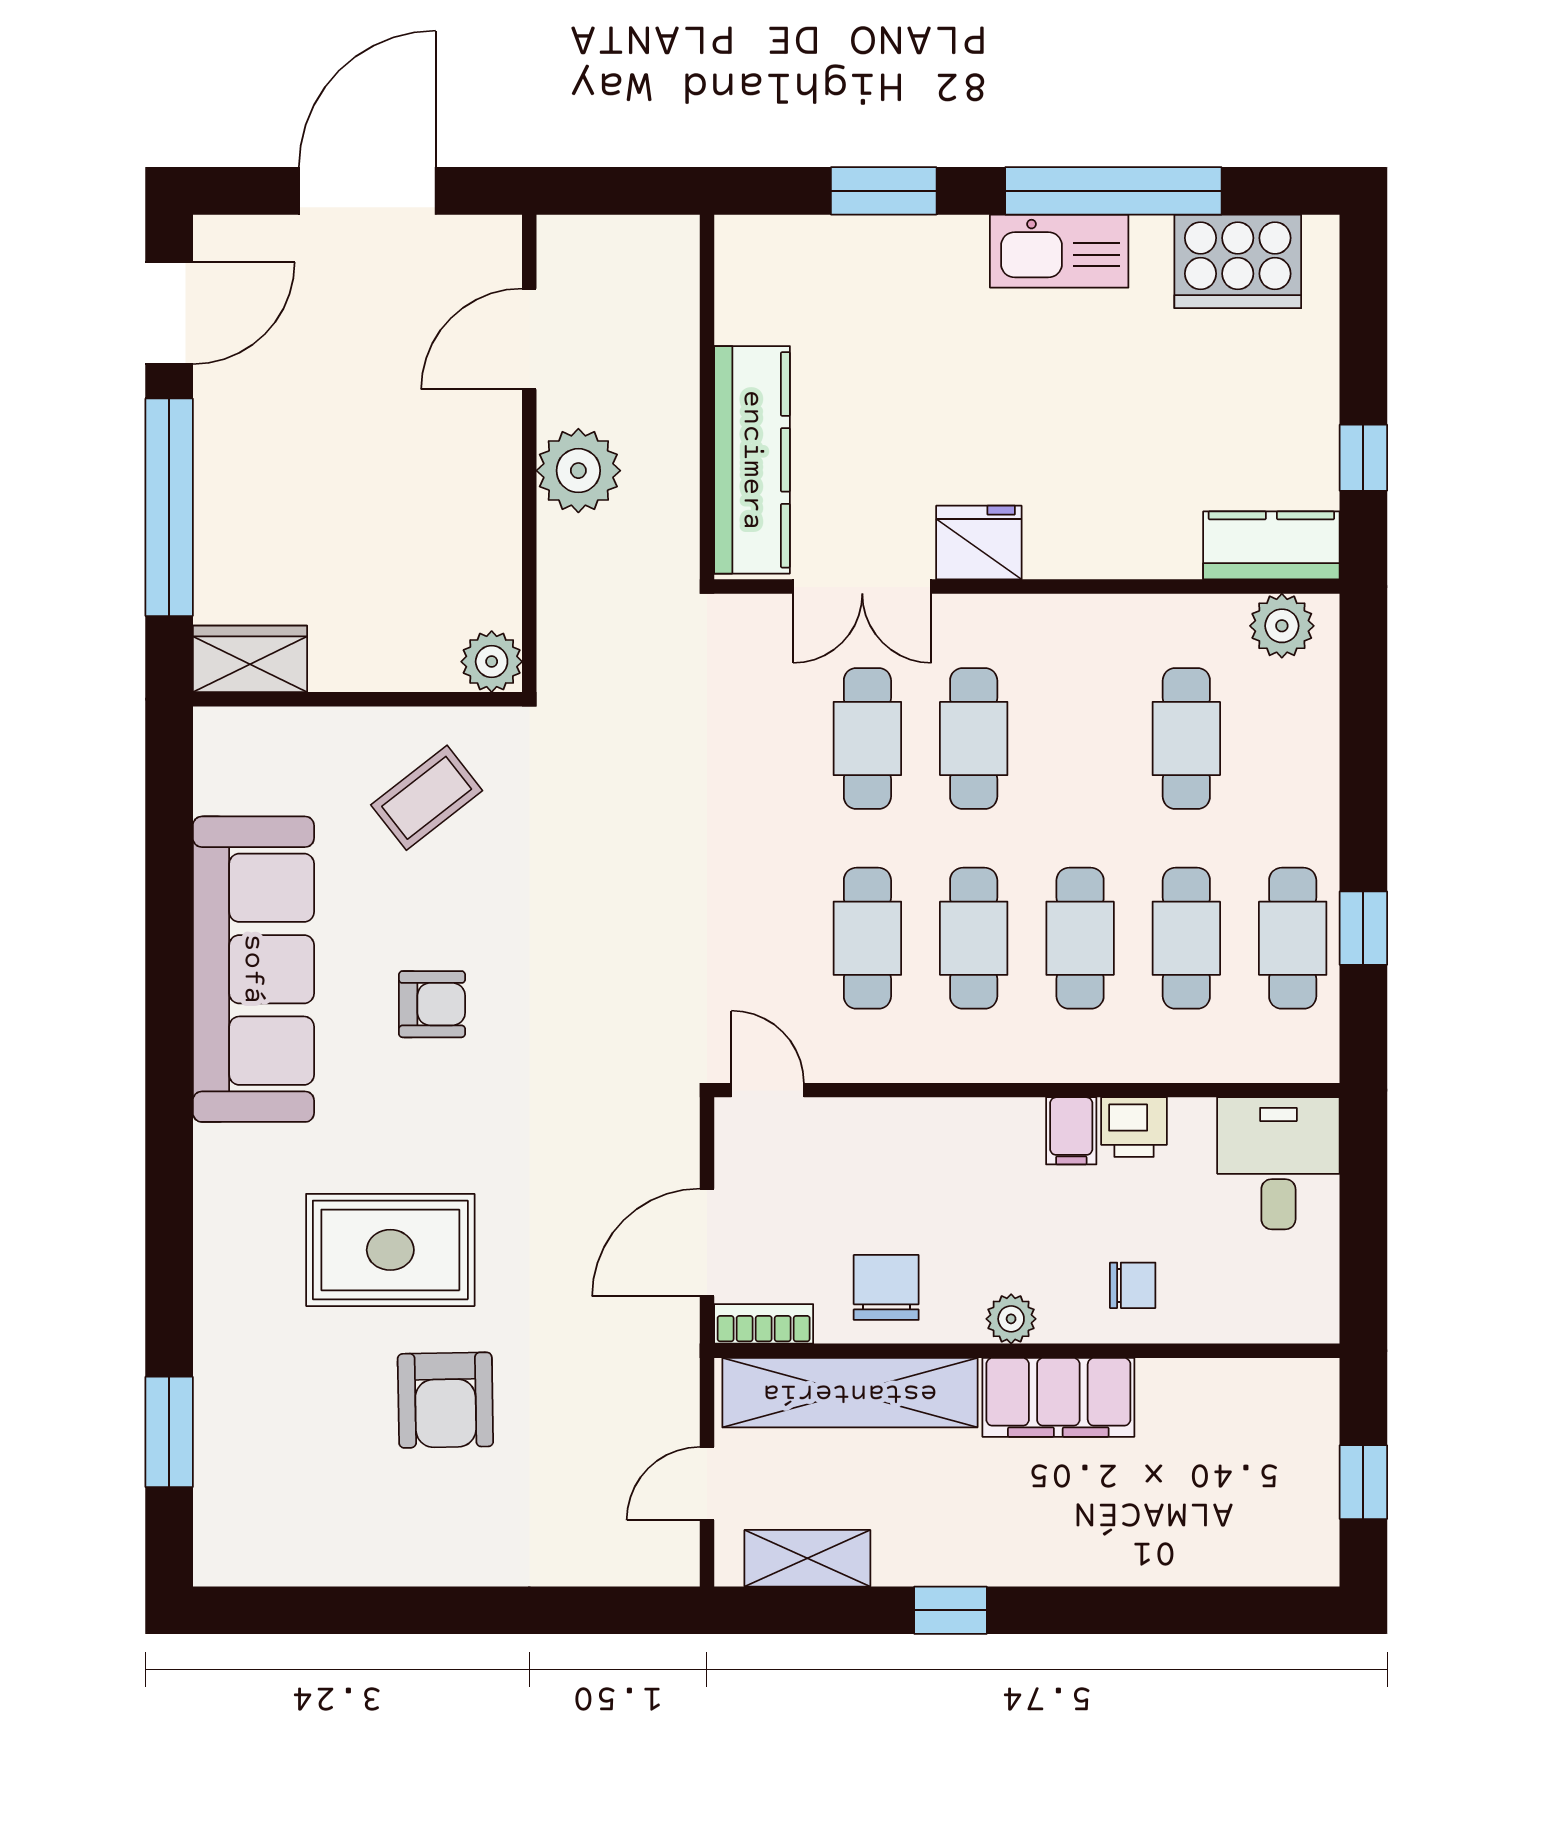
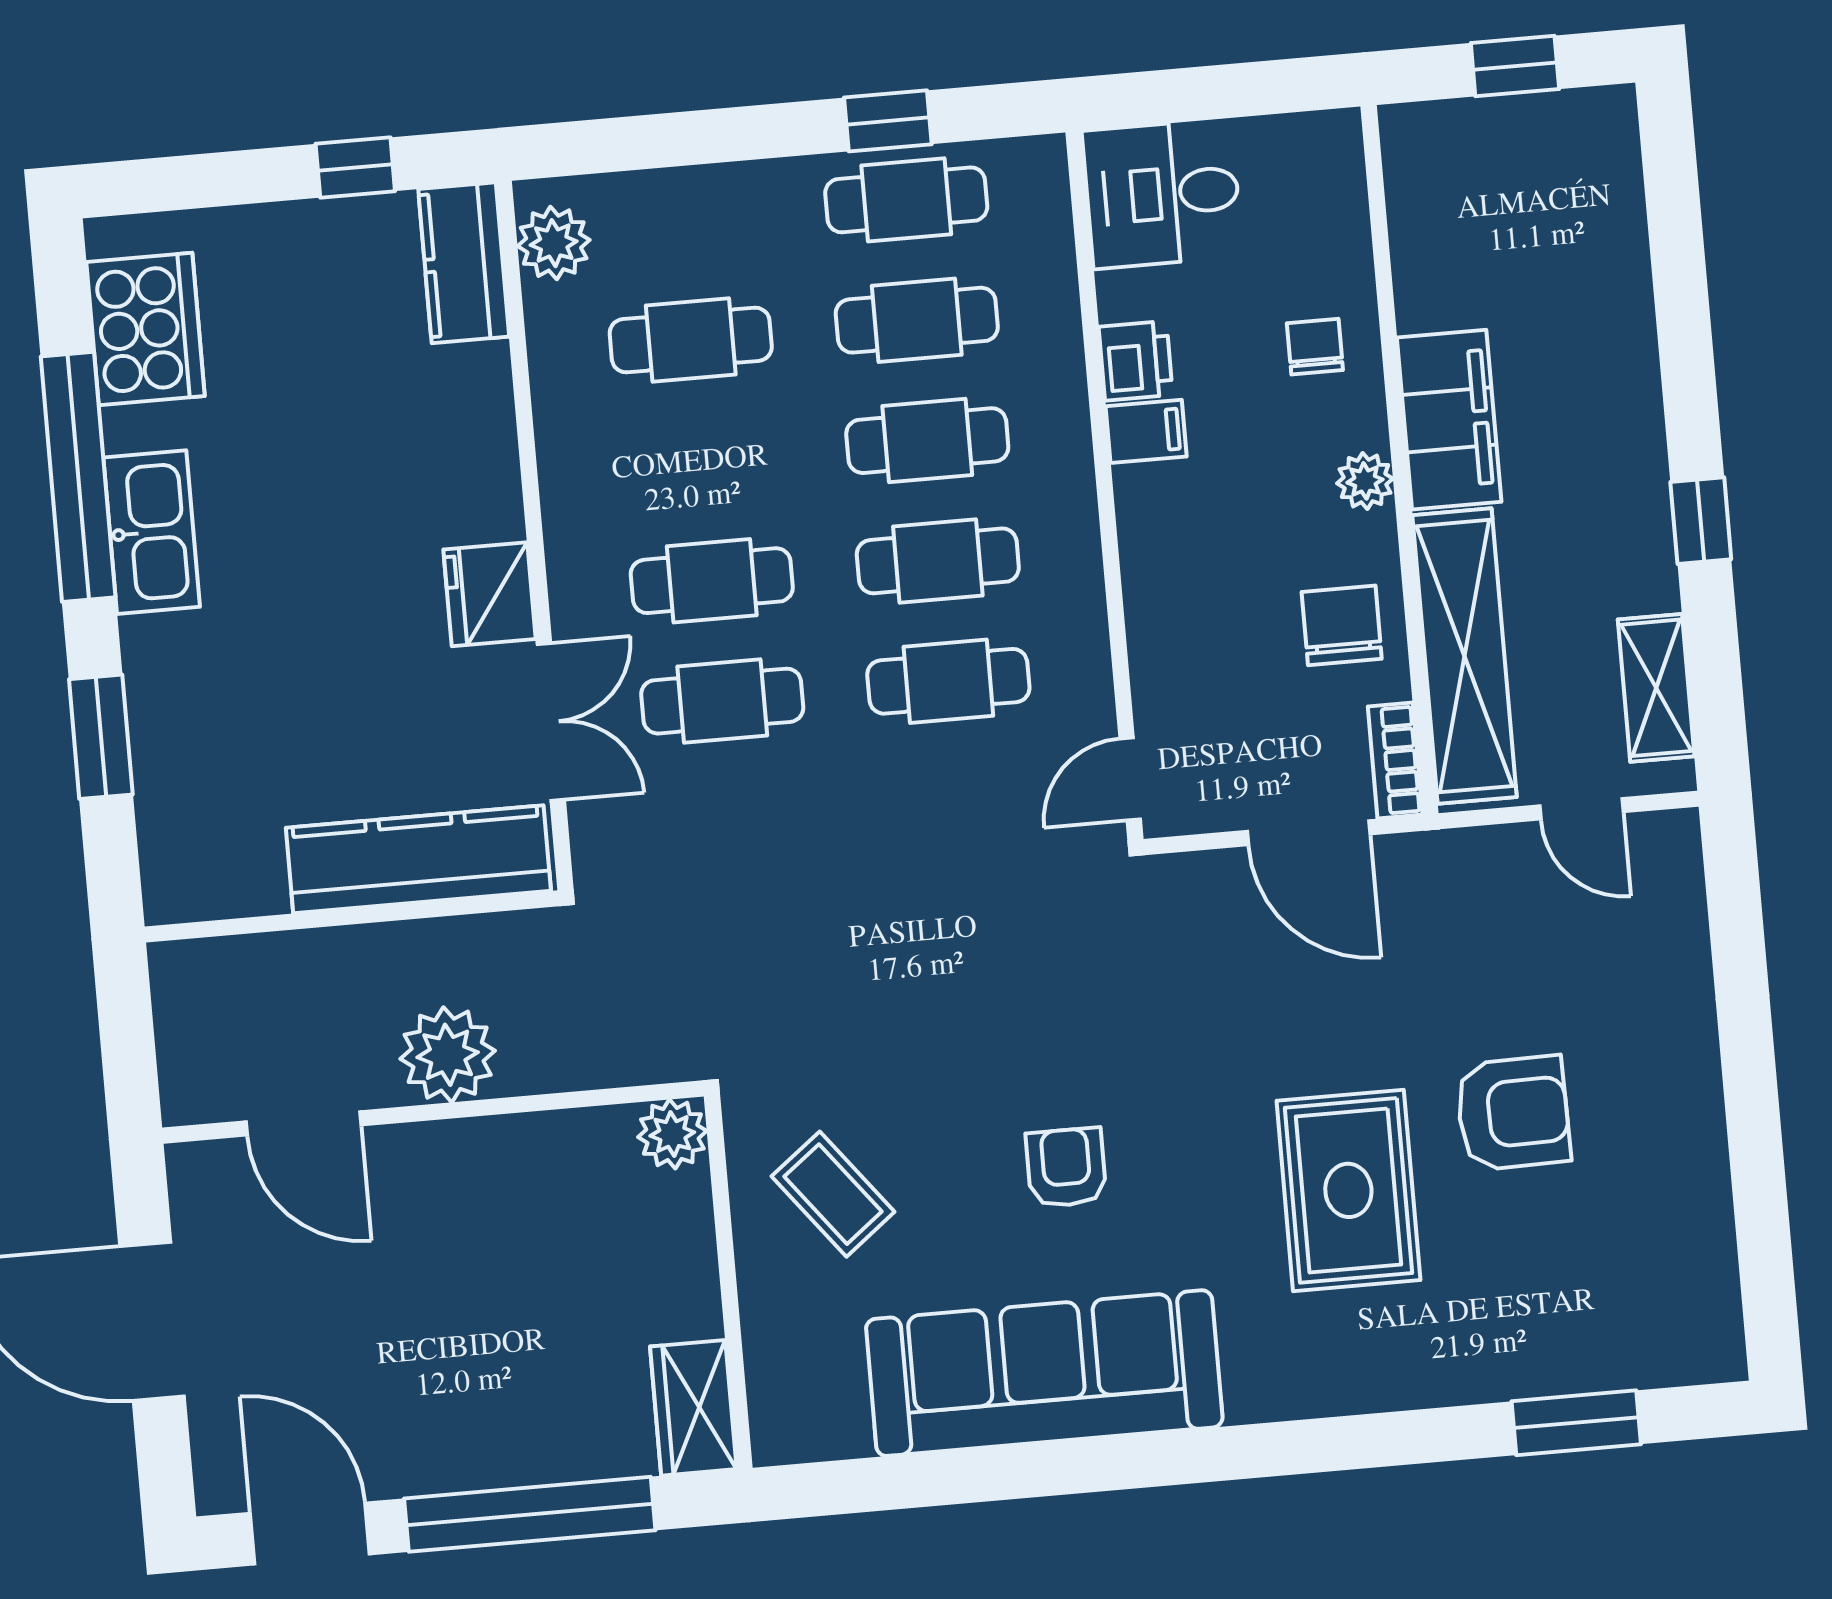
chair: (886, 1287) -> (1342, 625), turned 90

